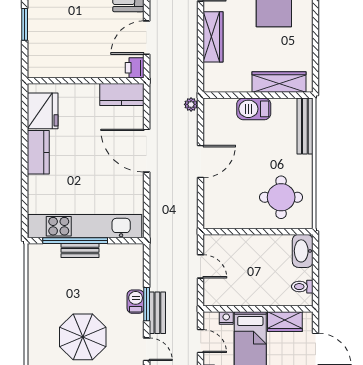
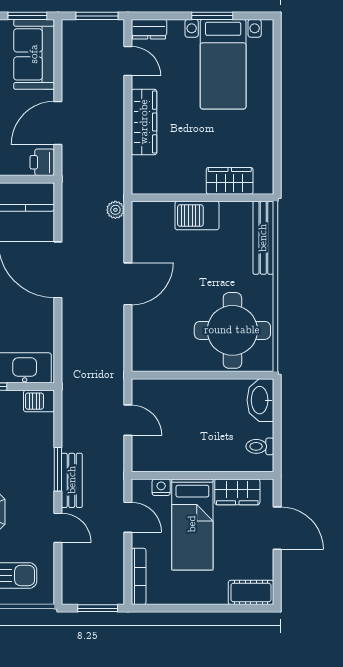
wardrobe: (279, 82) -> (230, 181), width x0.67
round table: (281, 197) -> (232, 330), width x1.36, depth x1.36
barbecue: (136, 302) -> (39, 401), moved, turned -90

